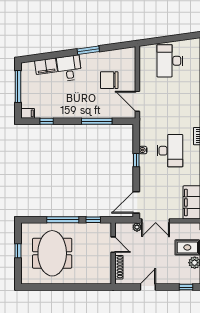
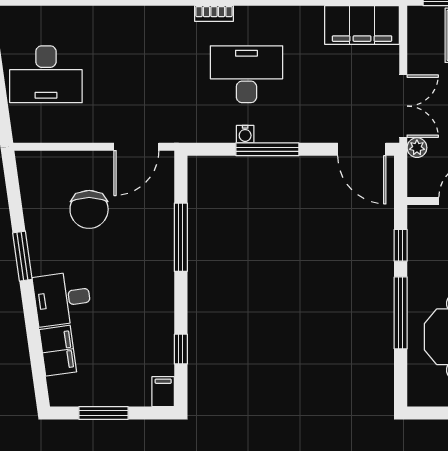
window: (18, 87) -> (103, 413), width x0.69
window: (136, 160) -> (267, 149), width x2.17

